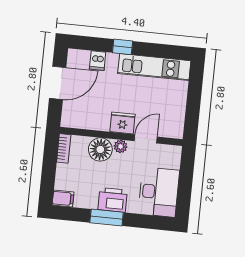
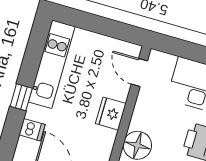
door: (146, 139) -> (139, 72), moved
plant: (121, 146) -> (138, 121), removed

